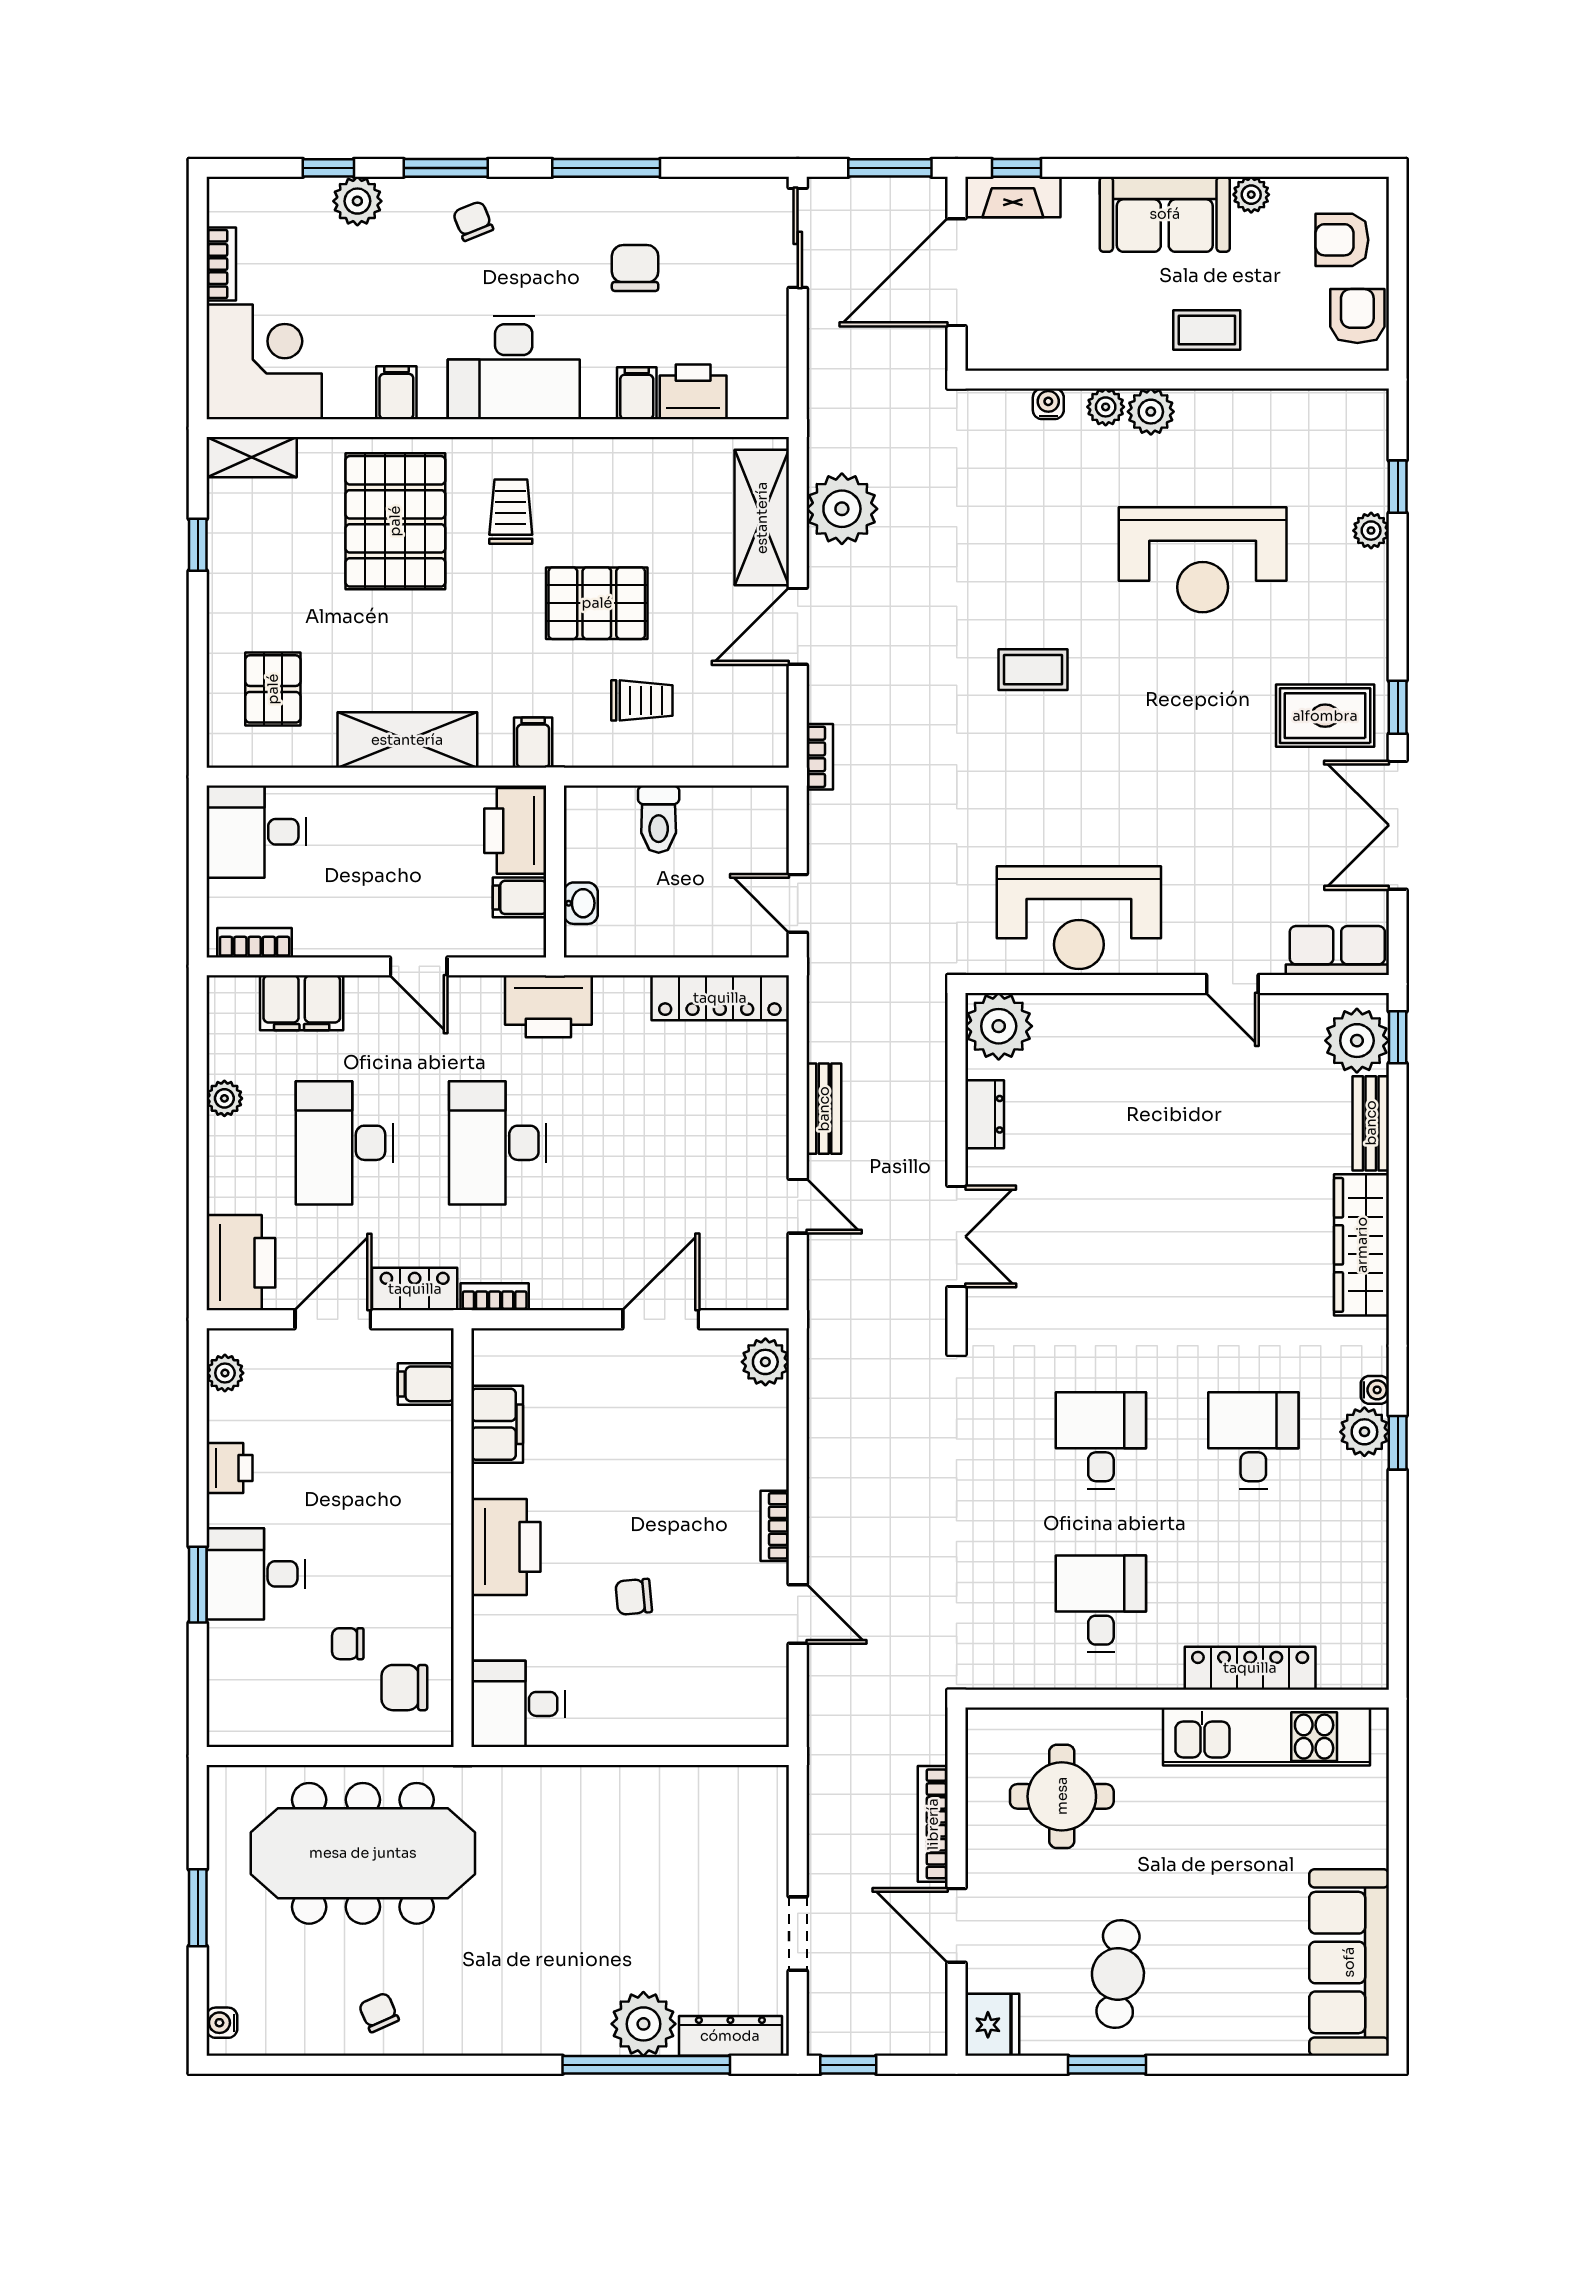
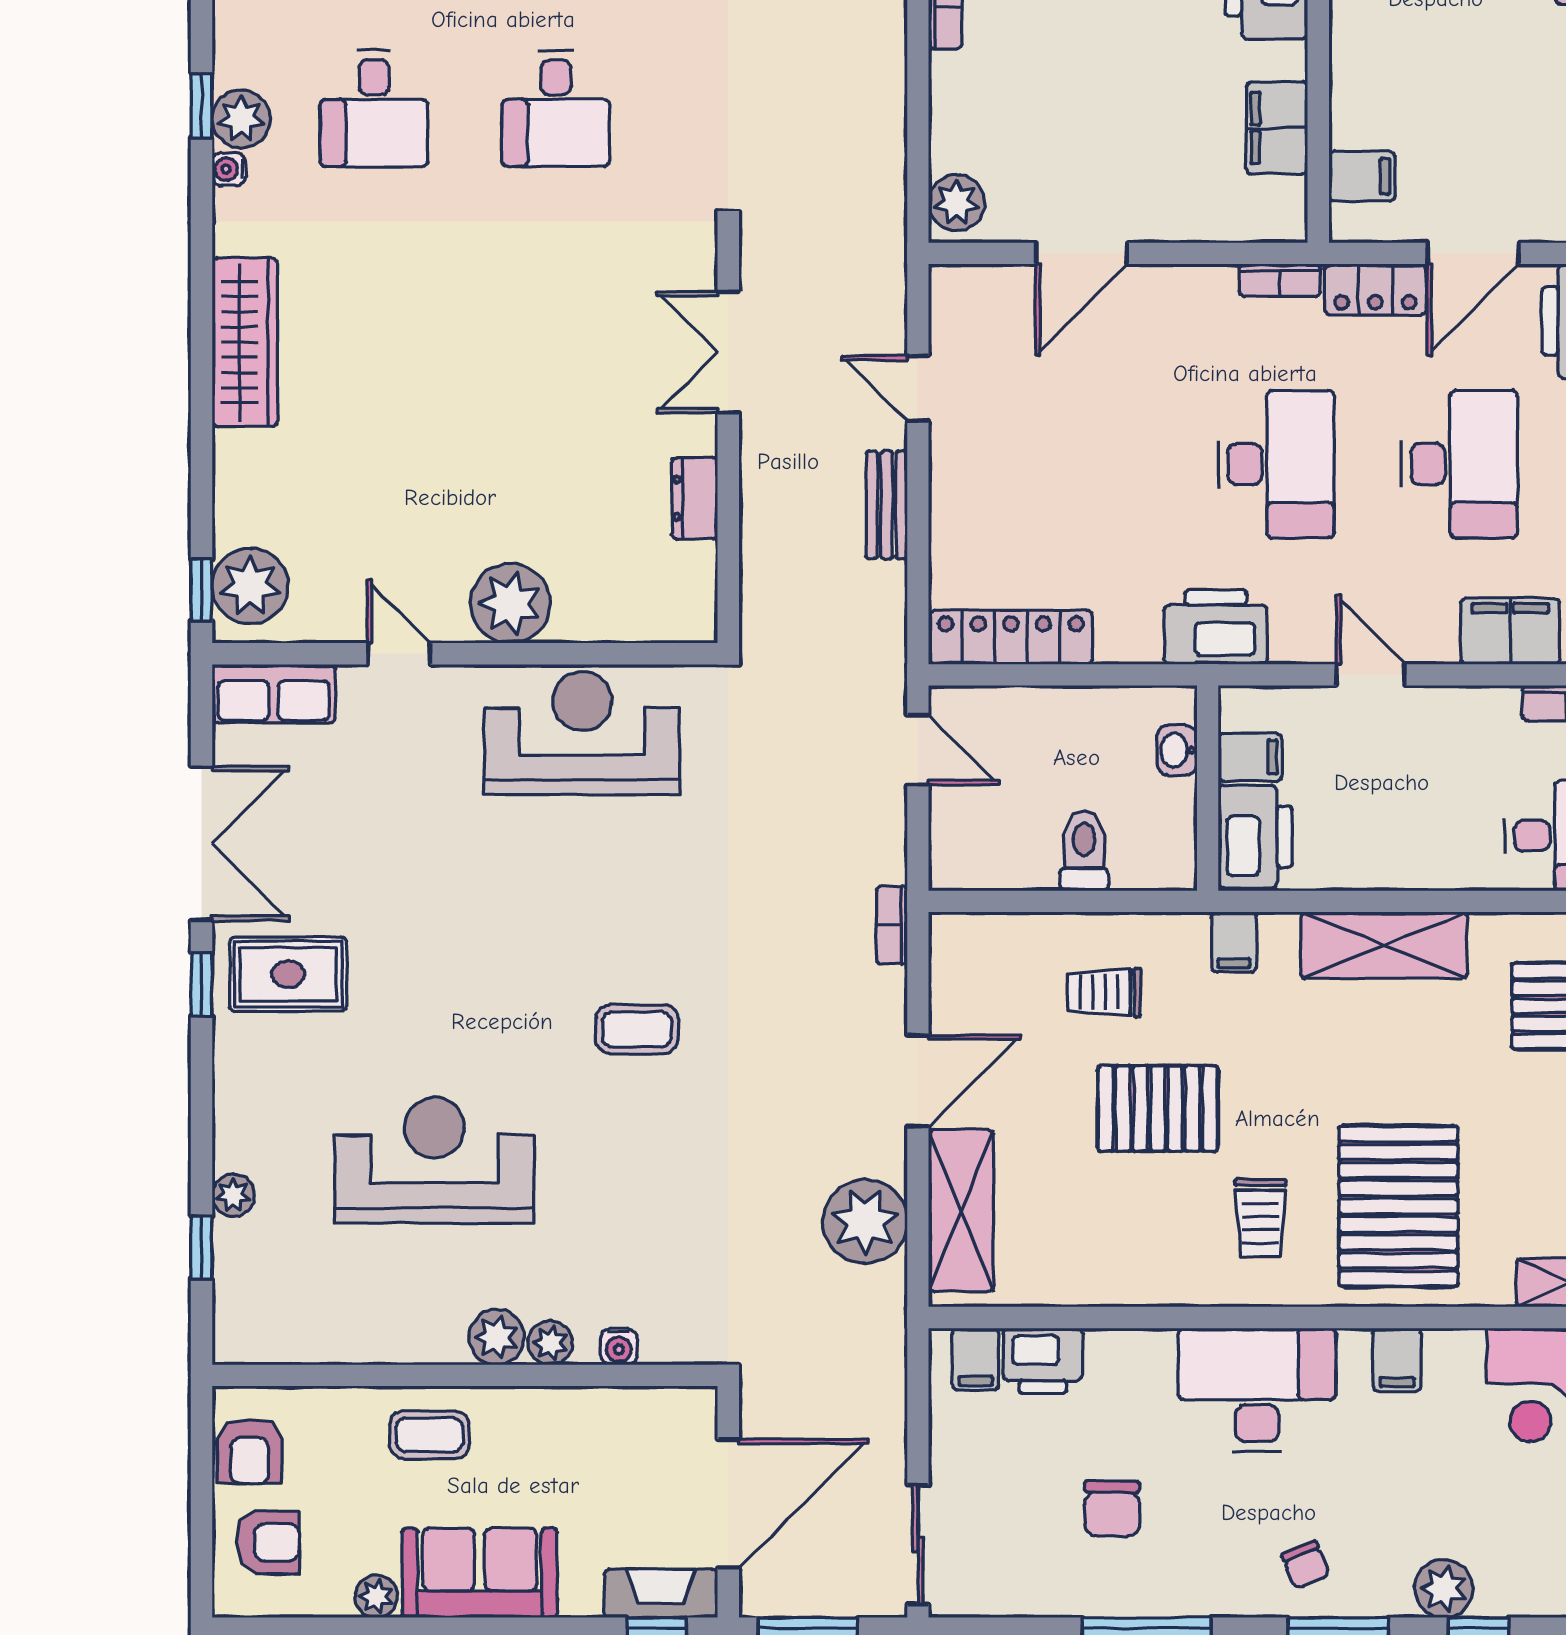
filing cabinet: (637, 393) -> (976, 1359), moved
plant: (999, 1026) -> (510, 603), moved
bench: (1371, 1123) -> (234, 487), removed

